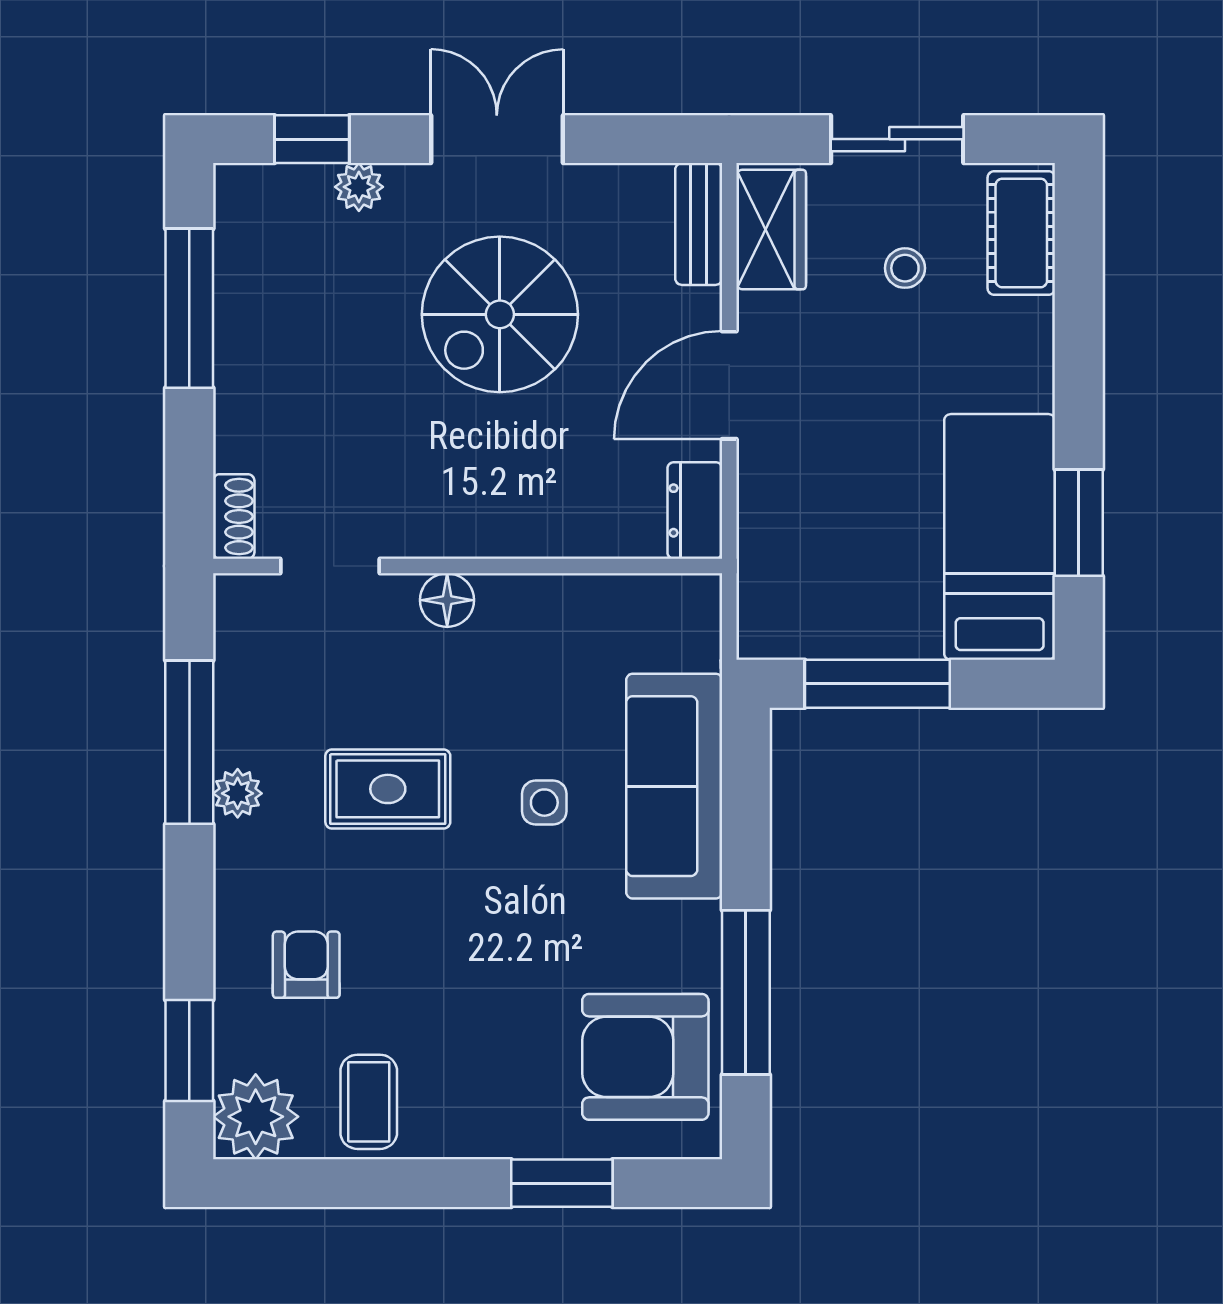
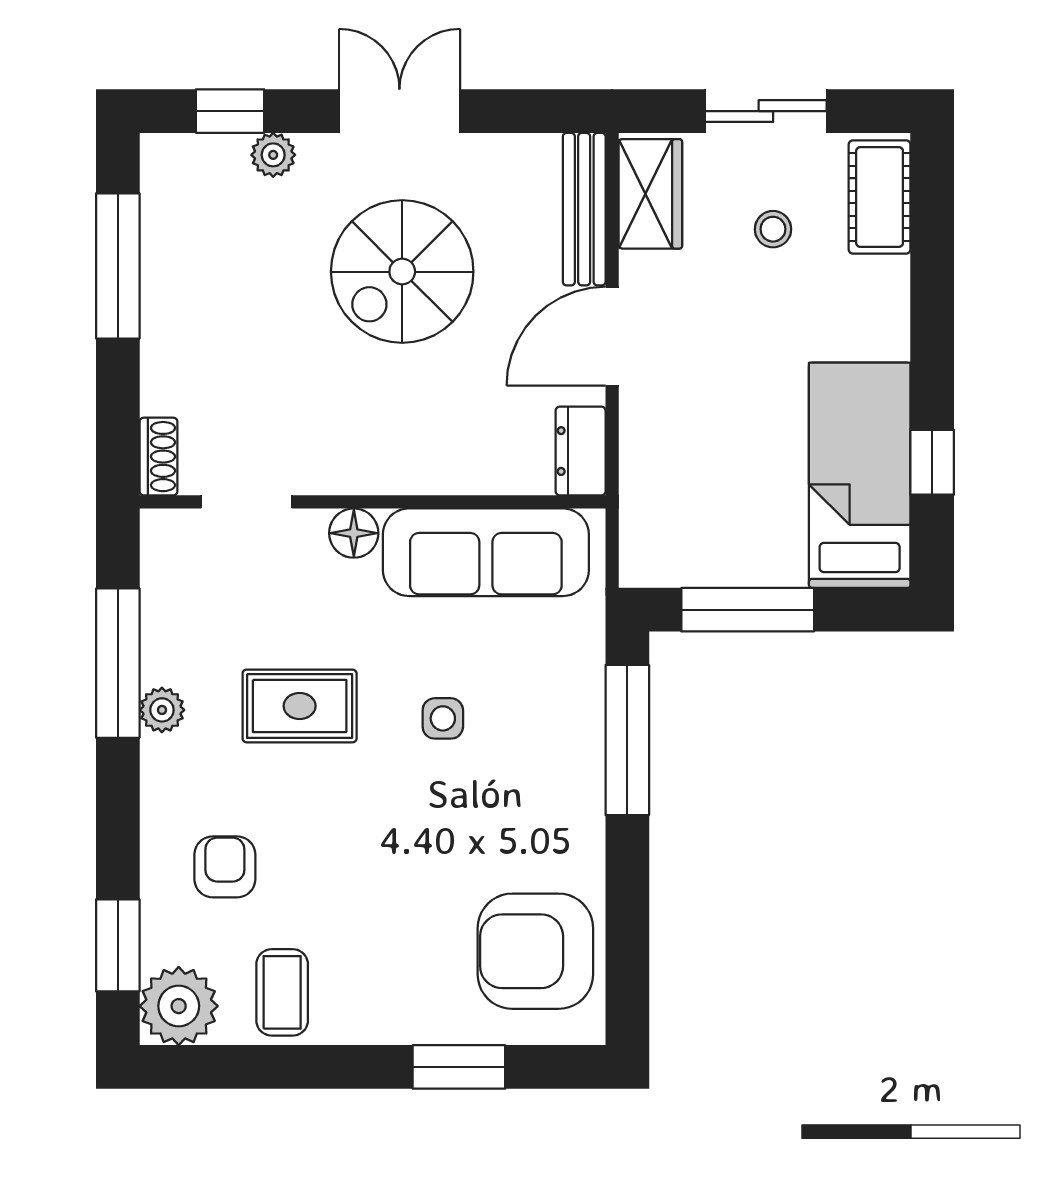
bench: (699, 224) -> (584, 209), width x1.36
window: (1079, 523) -> (932, 462), width x0.67
sofa: (674, 786) -> (486, 552), moved, turned -90
window: (746, 992) -> (627, 740), moved

